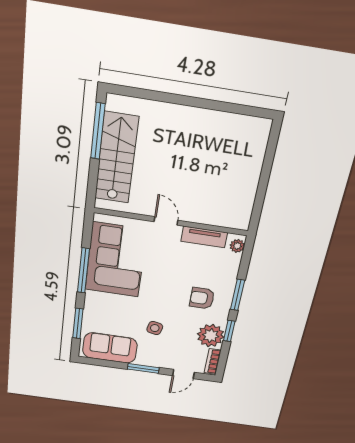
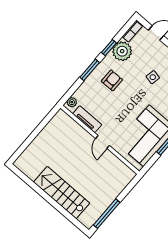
stairs: (116, 158) -> (62, 193), moved, turned 90
armchair: (202, 298) -> (112, 80), turned -90

